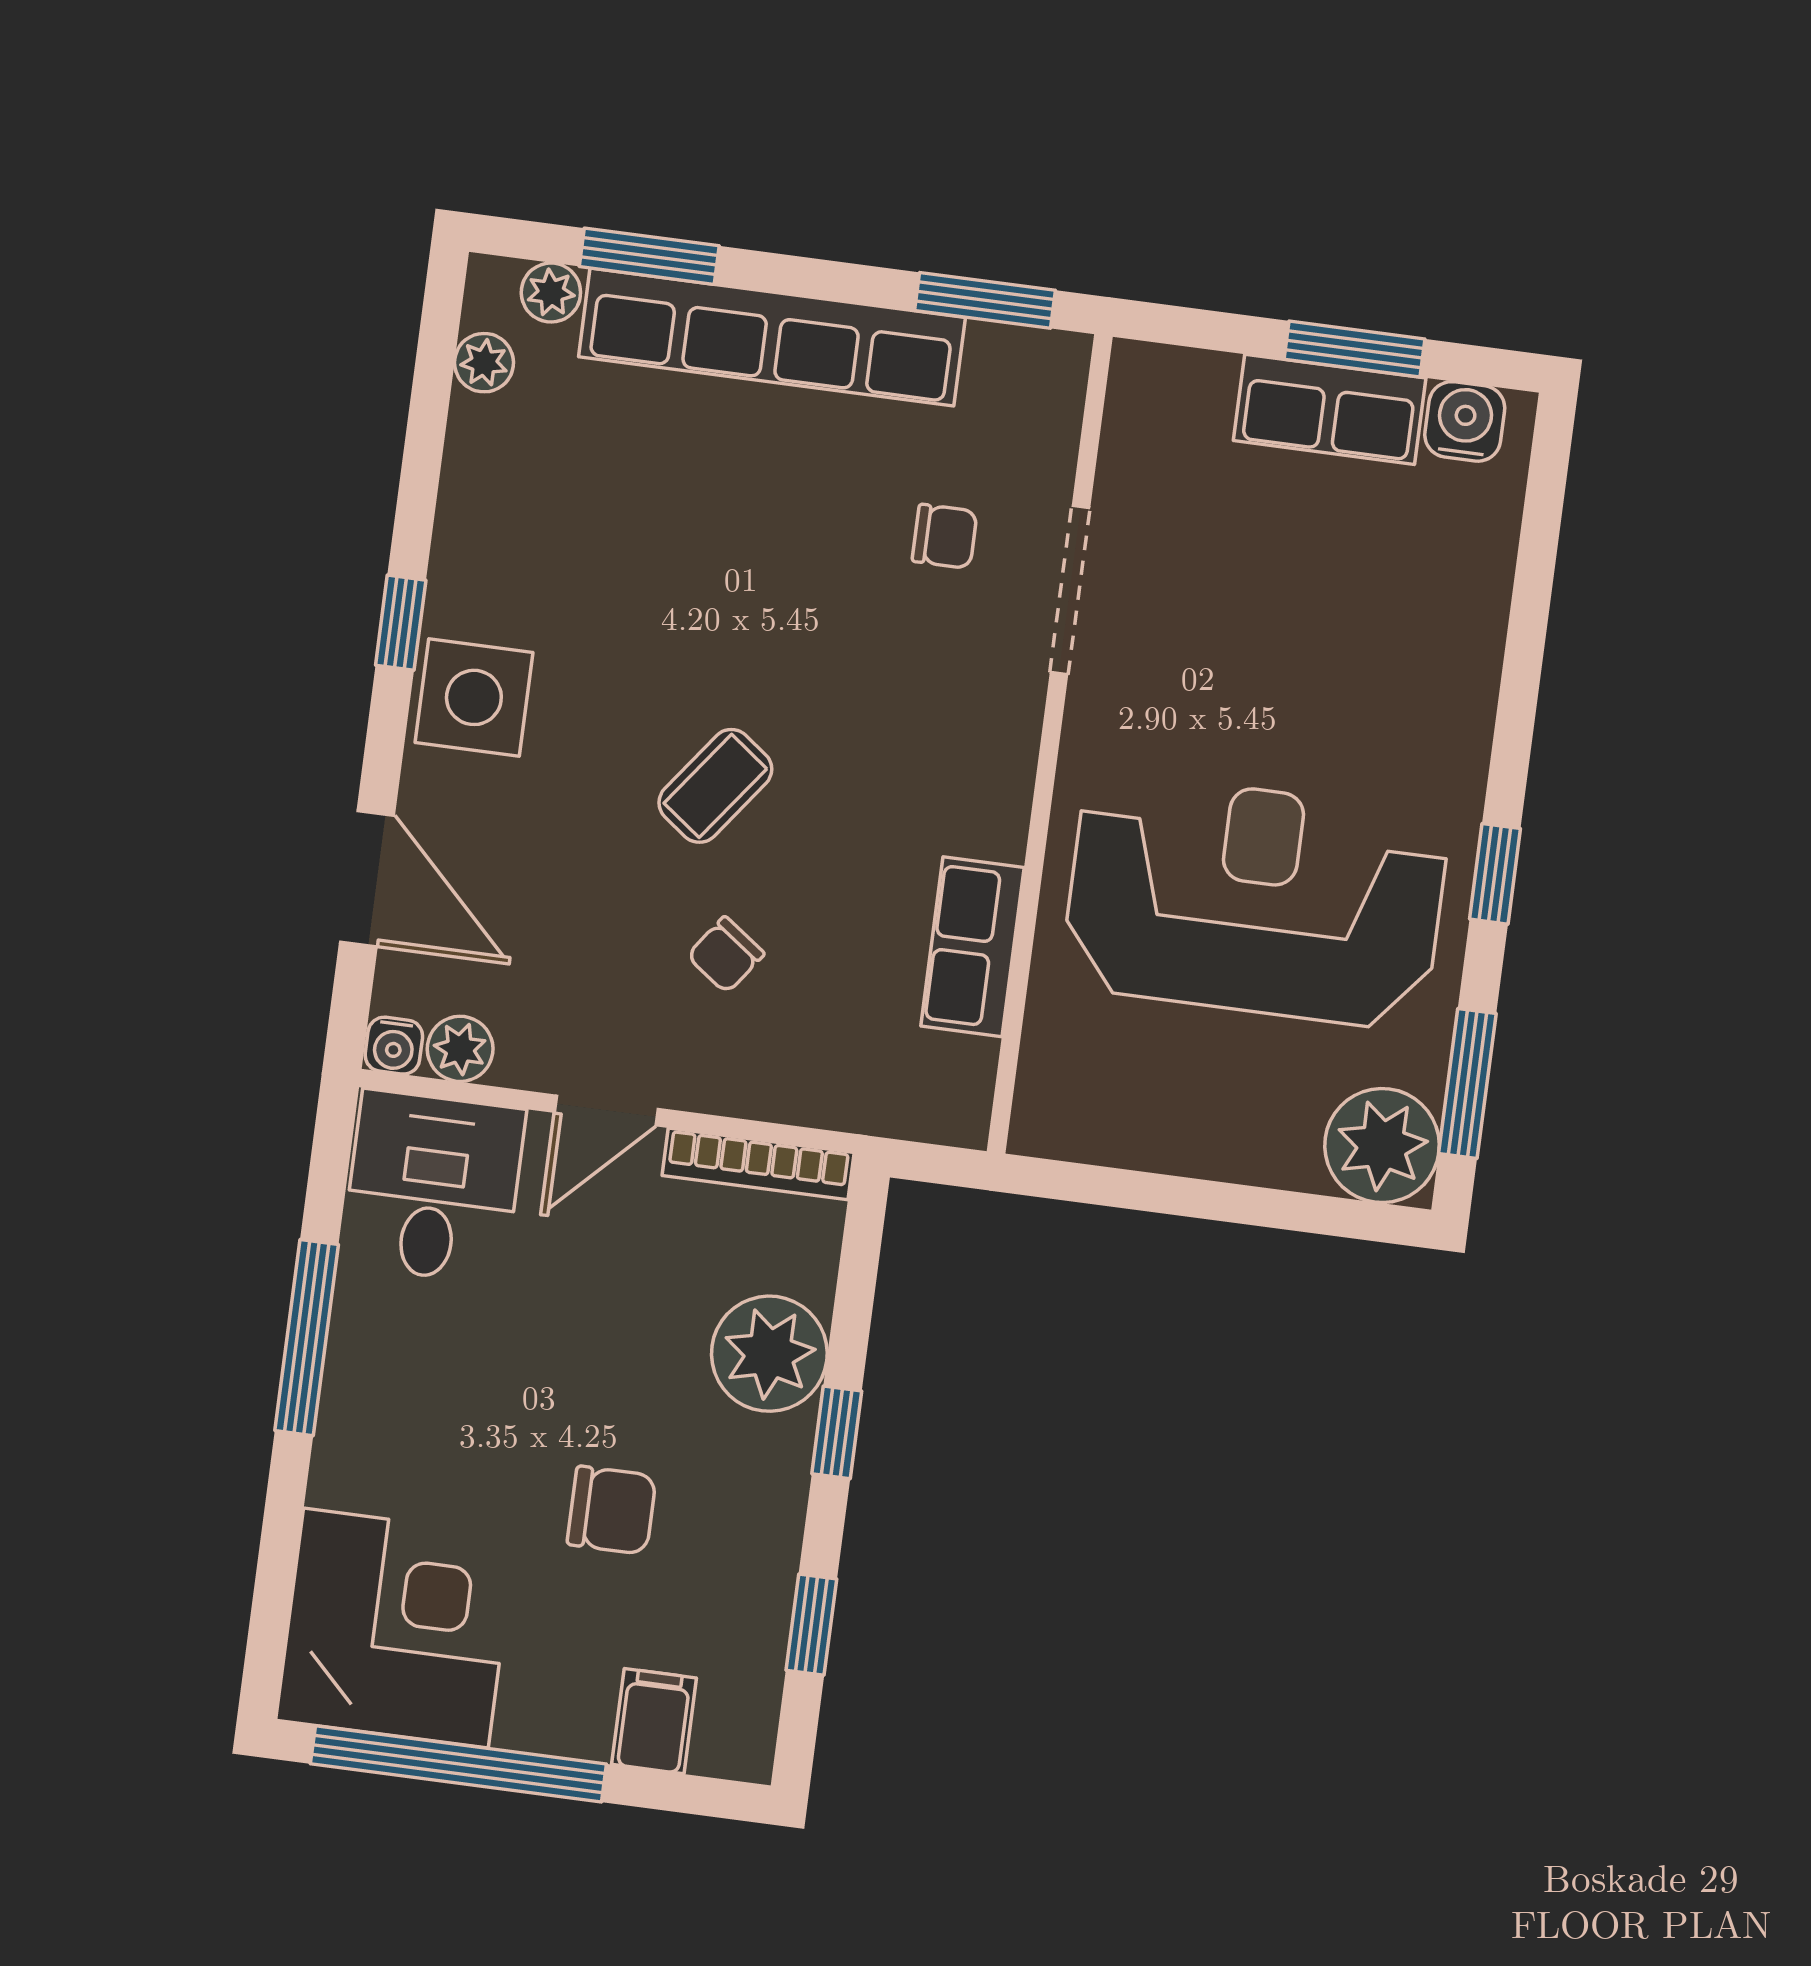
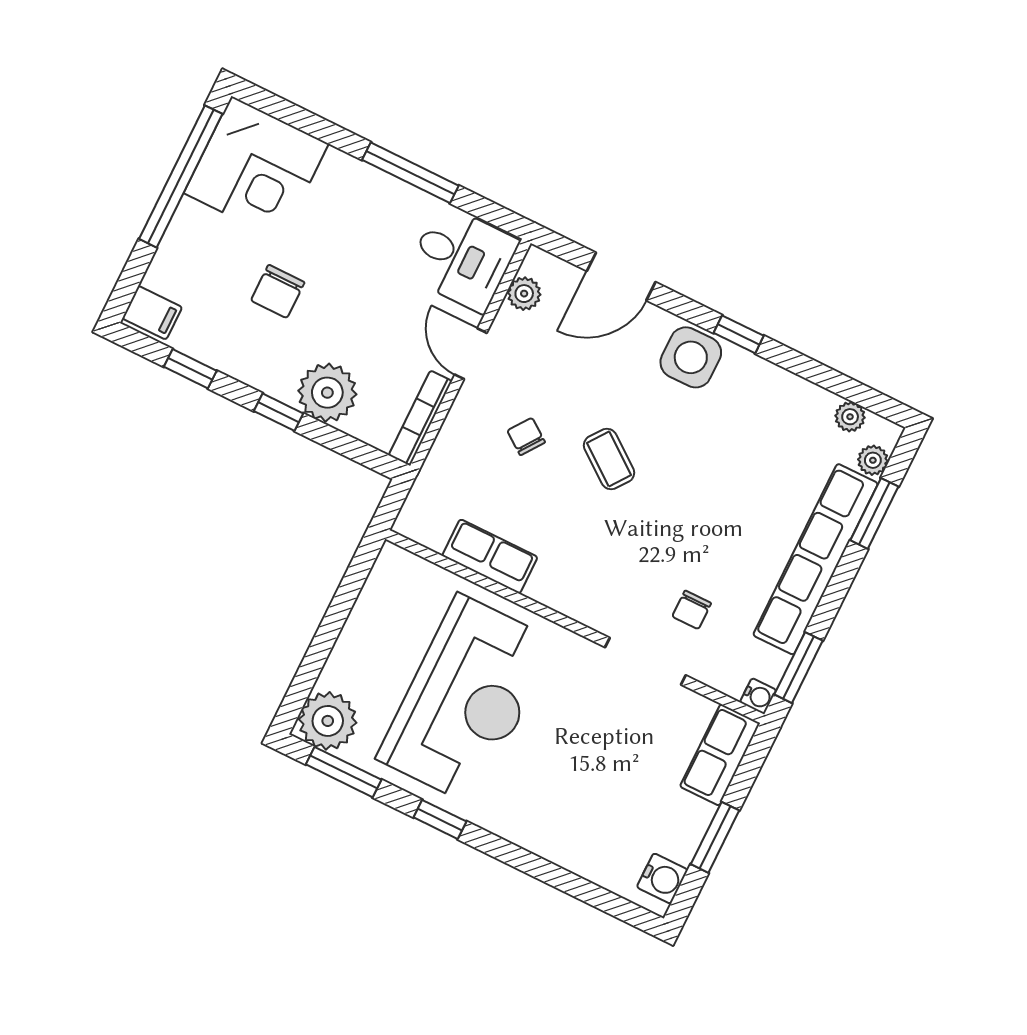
row of seats: (1330, 409) -> (720, 755), moved
water cooler: (394, 1046) -> (758, 696), moved, turned 180
filing cabinet: (654, 1721) -> (152, 313), moved

